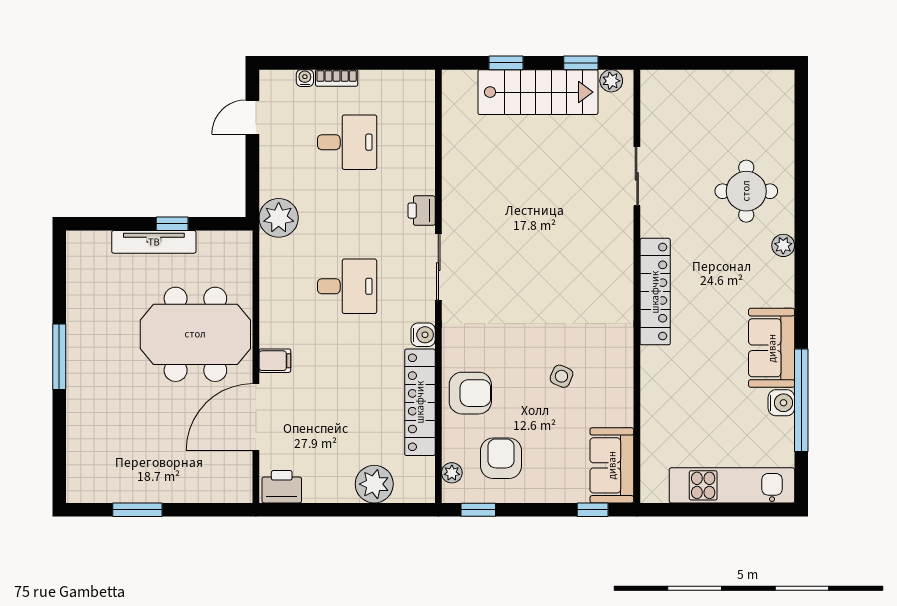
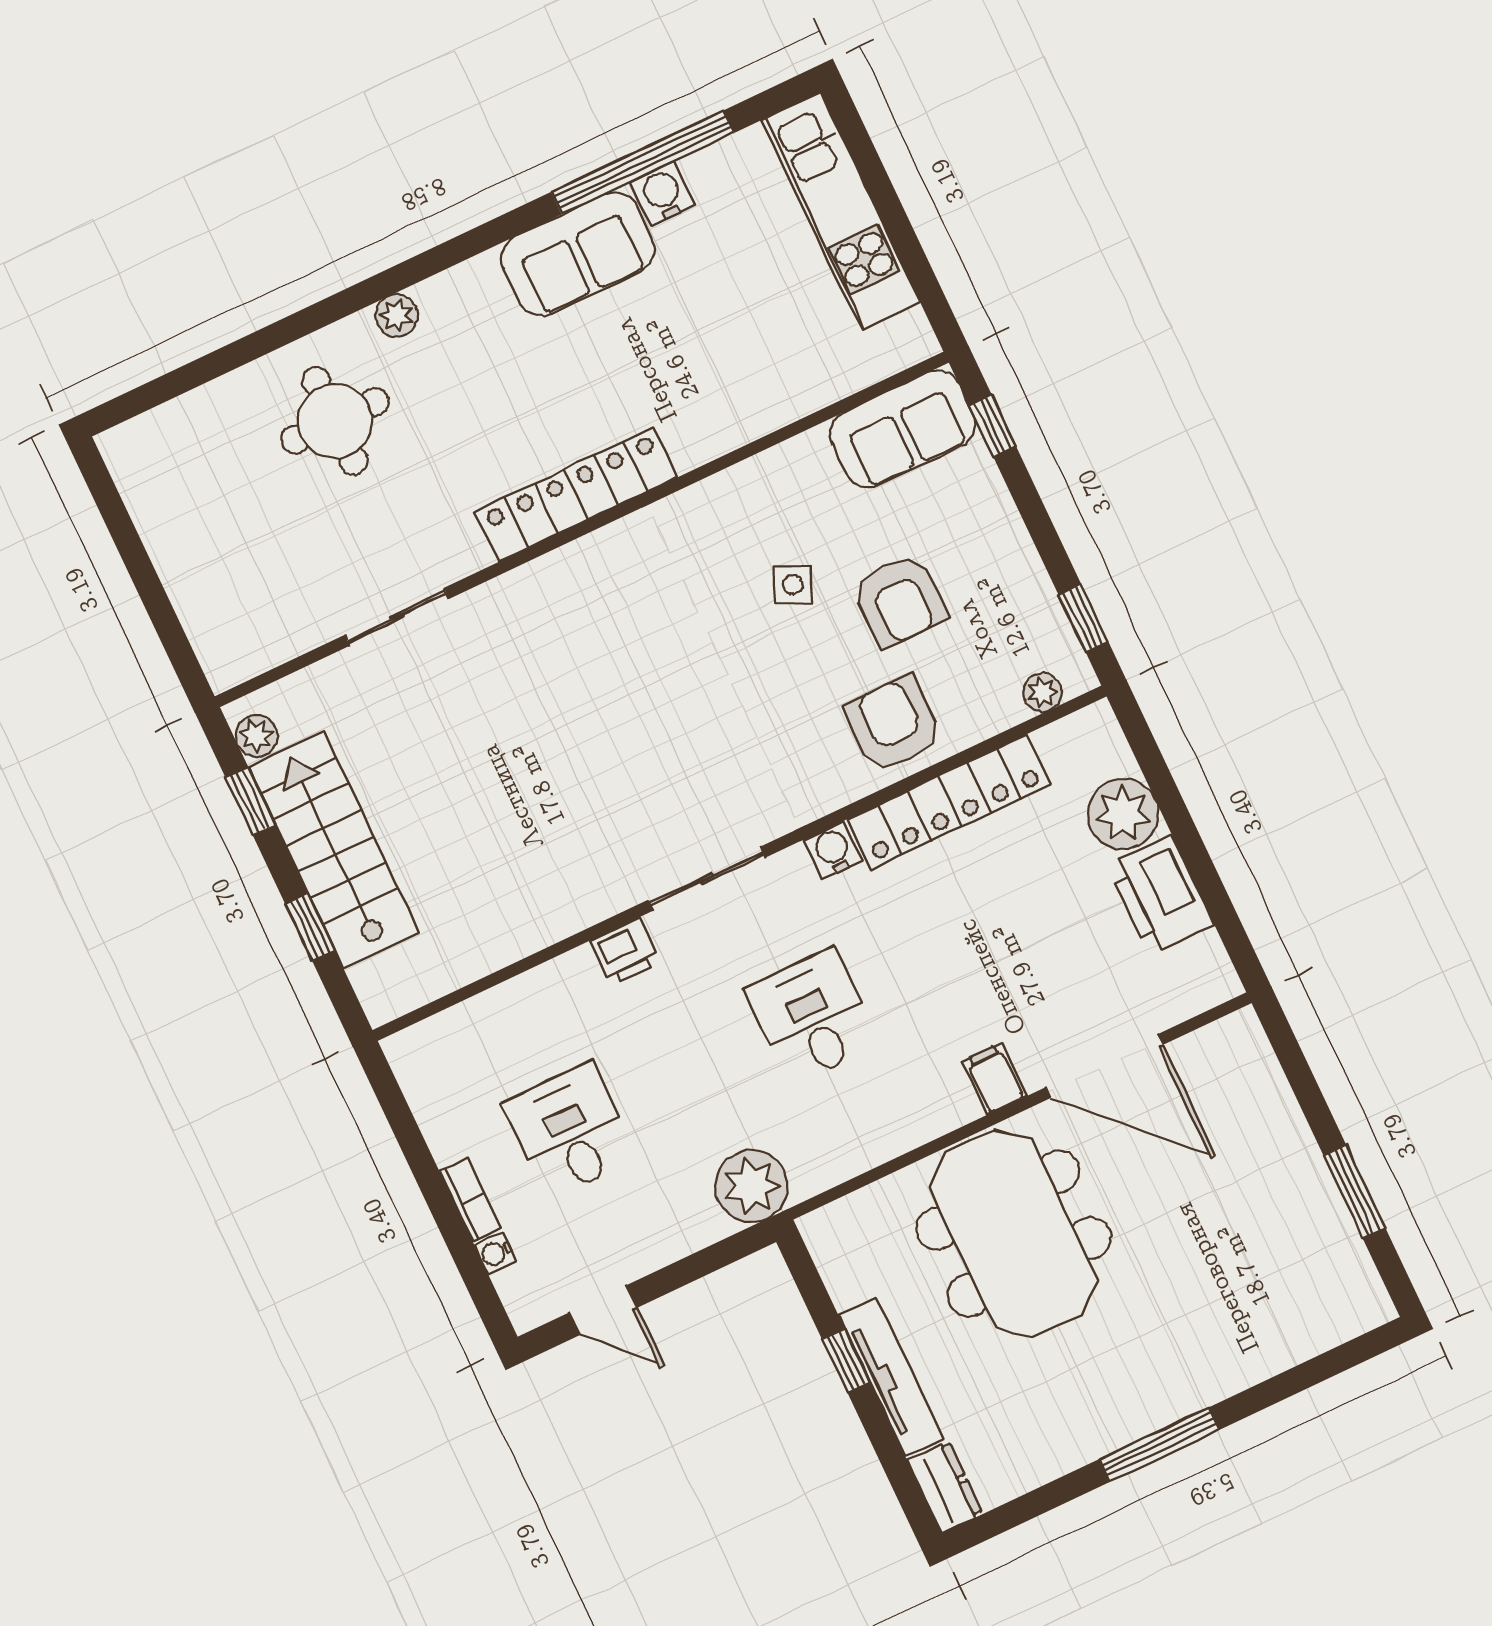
dresser: (88, 243) -> (945, 1487), added
armchair: (501, 458) -> (899, 600), moved, turned -90
printer: (282, 487) -> (1160, 895), moved, width x1.37, depth x1.19

